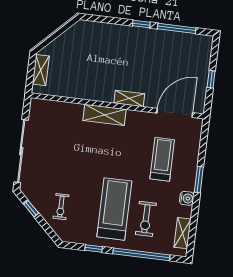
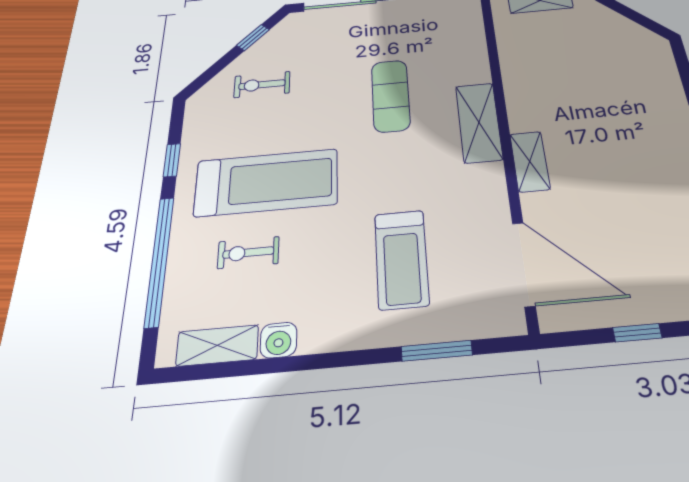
exercise mat: (81, 150) -> (391, 96), added
treadmill: (162, 159) -> (401, 259), turned 90
window: (199, 179) -> (437, 351), moved
water cooler: (187, 198) -> (279, 340), moved
exercise bike: (146, 219) -> (248, 253), width x0.73, depth x0.72

